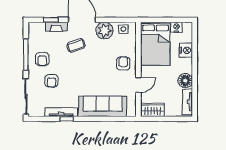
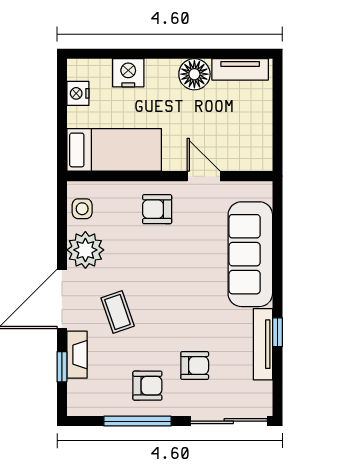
bed: (155, 44) -> (114, 150), width x0.67
wardrobe: (153, 110) -> (258, 145), removed

